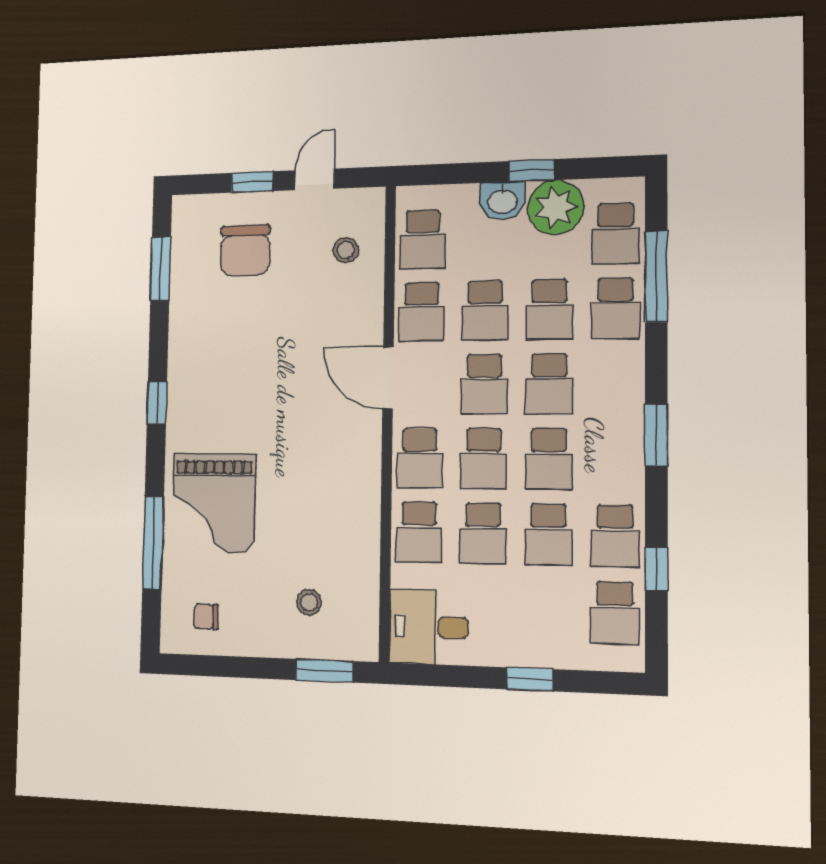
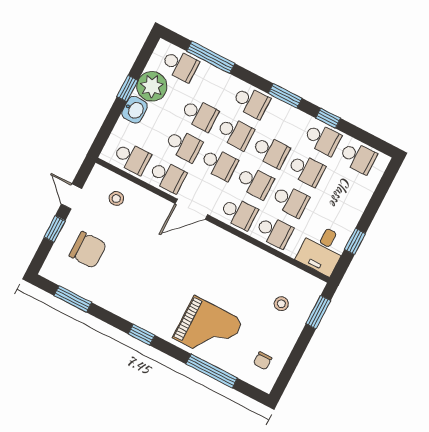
school desk: (616, 308) -> (251, 102), moved
window: (656, 569) -> (328, 118), moved
window: (530, 679) -> (355, 241), moved

